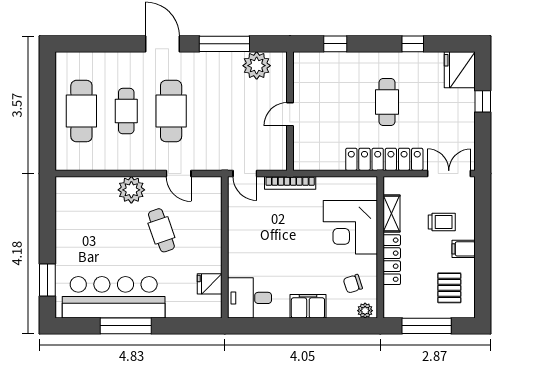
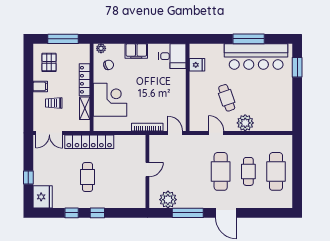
window: (335, 44) -> (97, 213), moved

